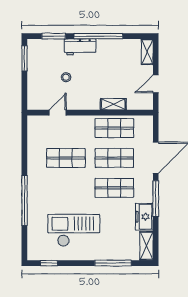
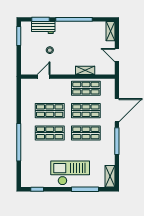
workbench: (80, 47) -> (43, 27), moved
door: (156, 84) -> (117, 55), hinge flipped
shop shelf: (66, 188) -> (50, 133), added
freezer: (144, 217) -> (108, 155), removed
checkout: (74, 230) -> (70, 173), moved

